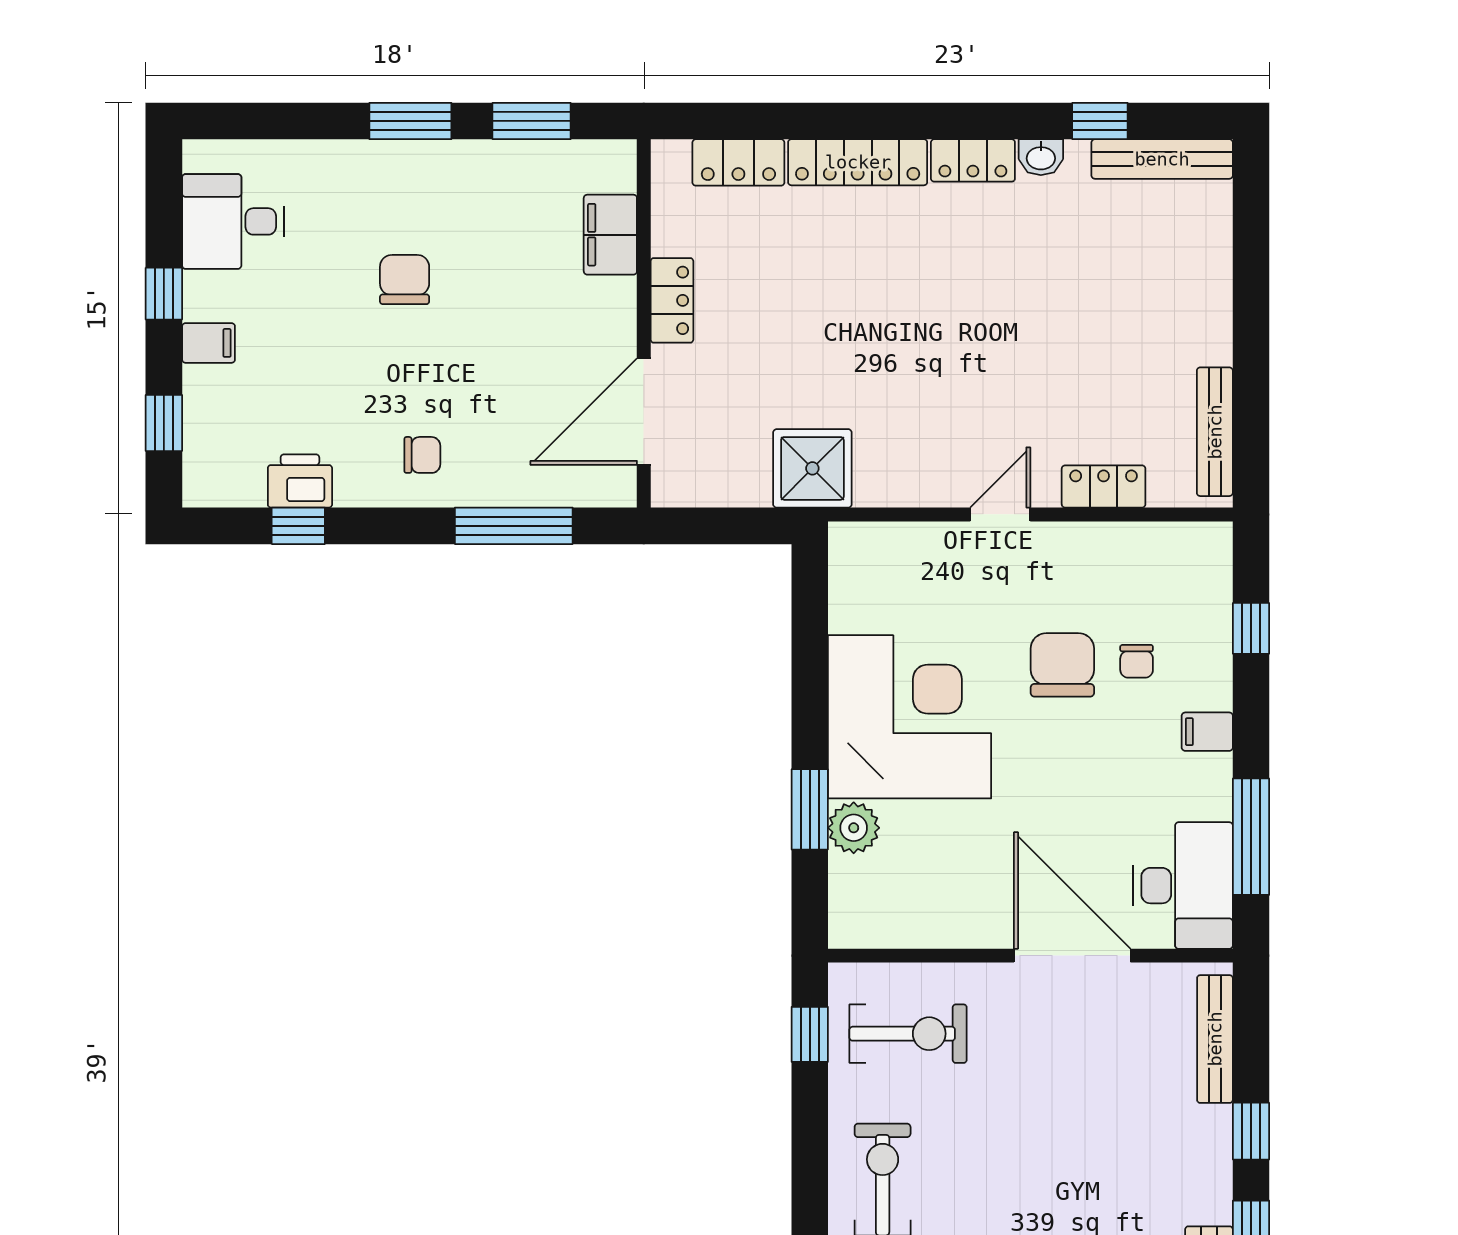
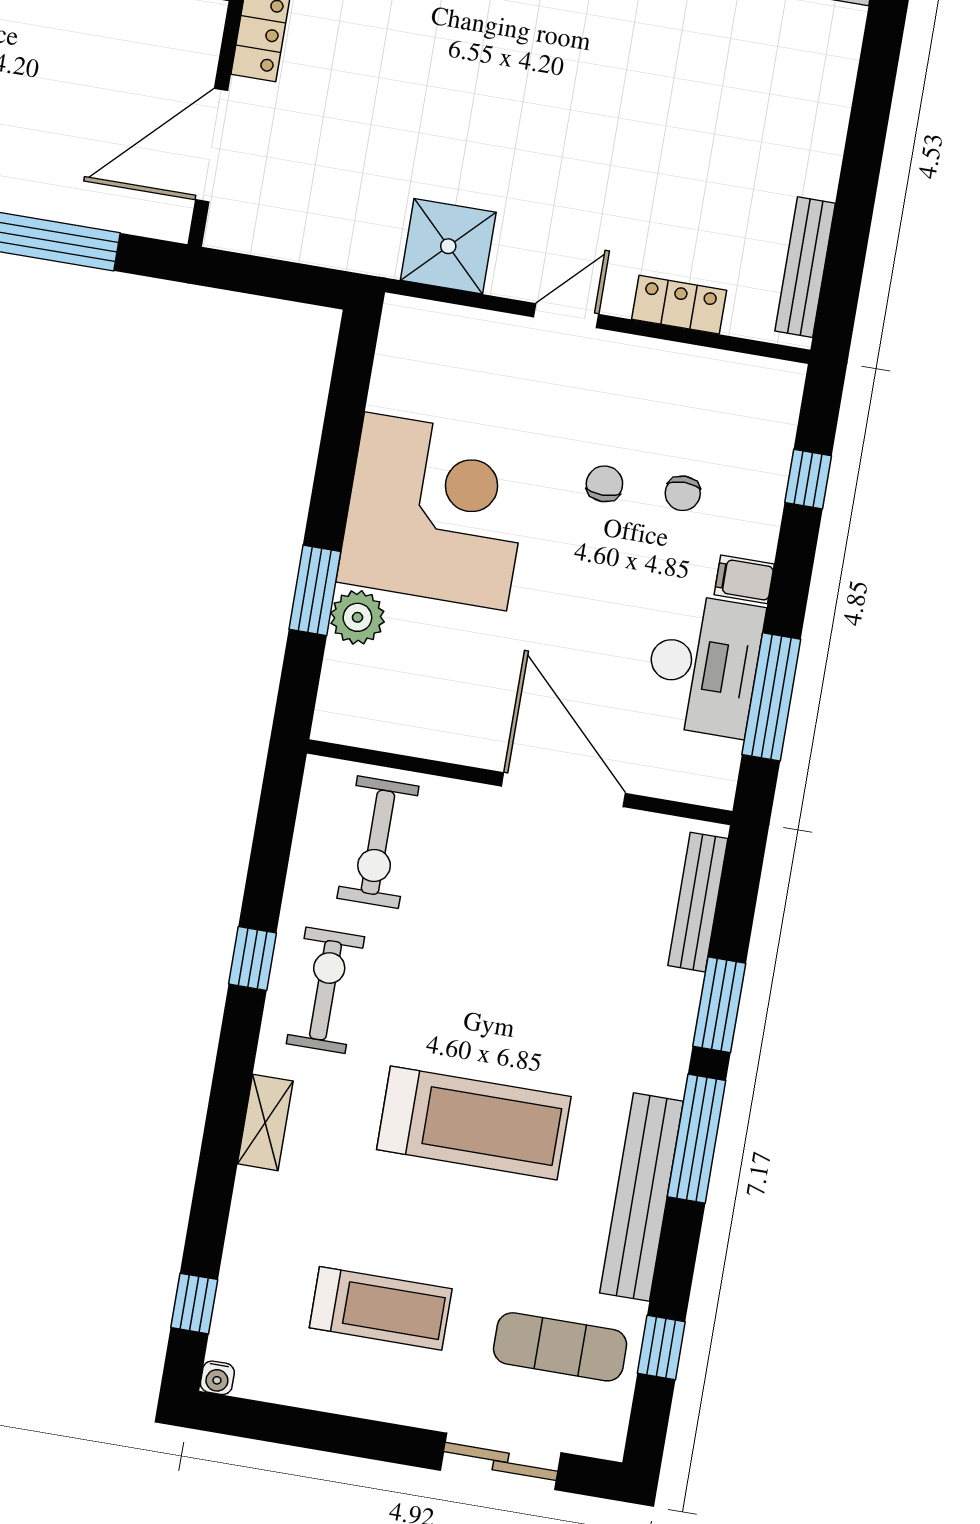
shower: (812, 468) -> (448, 246), moved
chair: (1062, 665) -> (604, 484), width x0.54, depth x0.54
desk: (1183, 886) -> (704, 665), moved
window: (810, 1034) -> (253, 959), moved
exercise bike: (908, 1034) -> (378, 842), turned 90
window: (1251, 1131) -> (719, 1005), width x1.50

